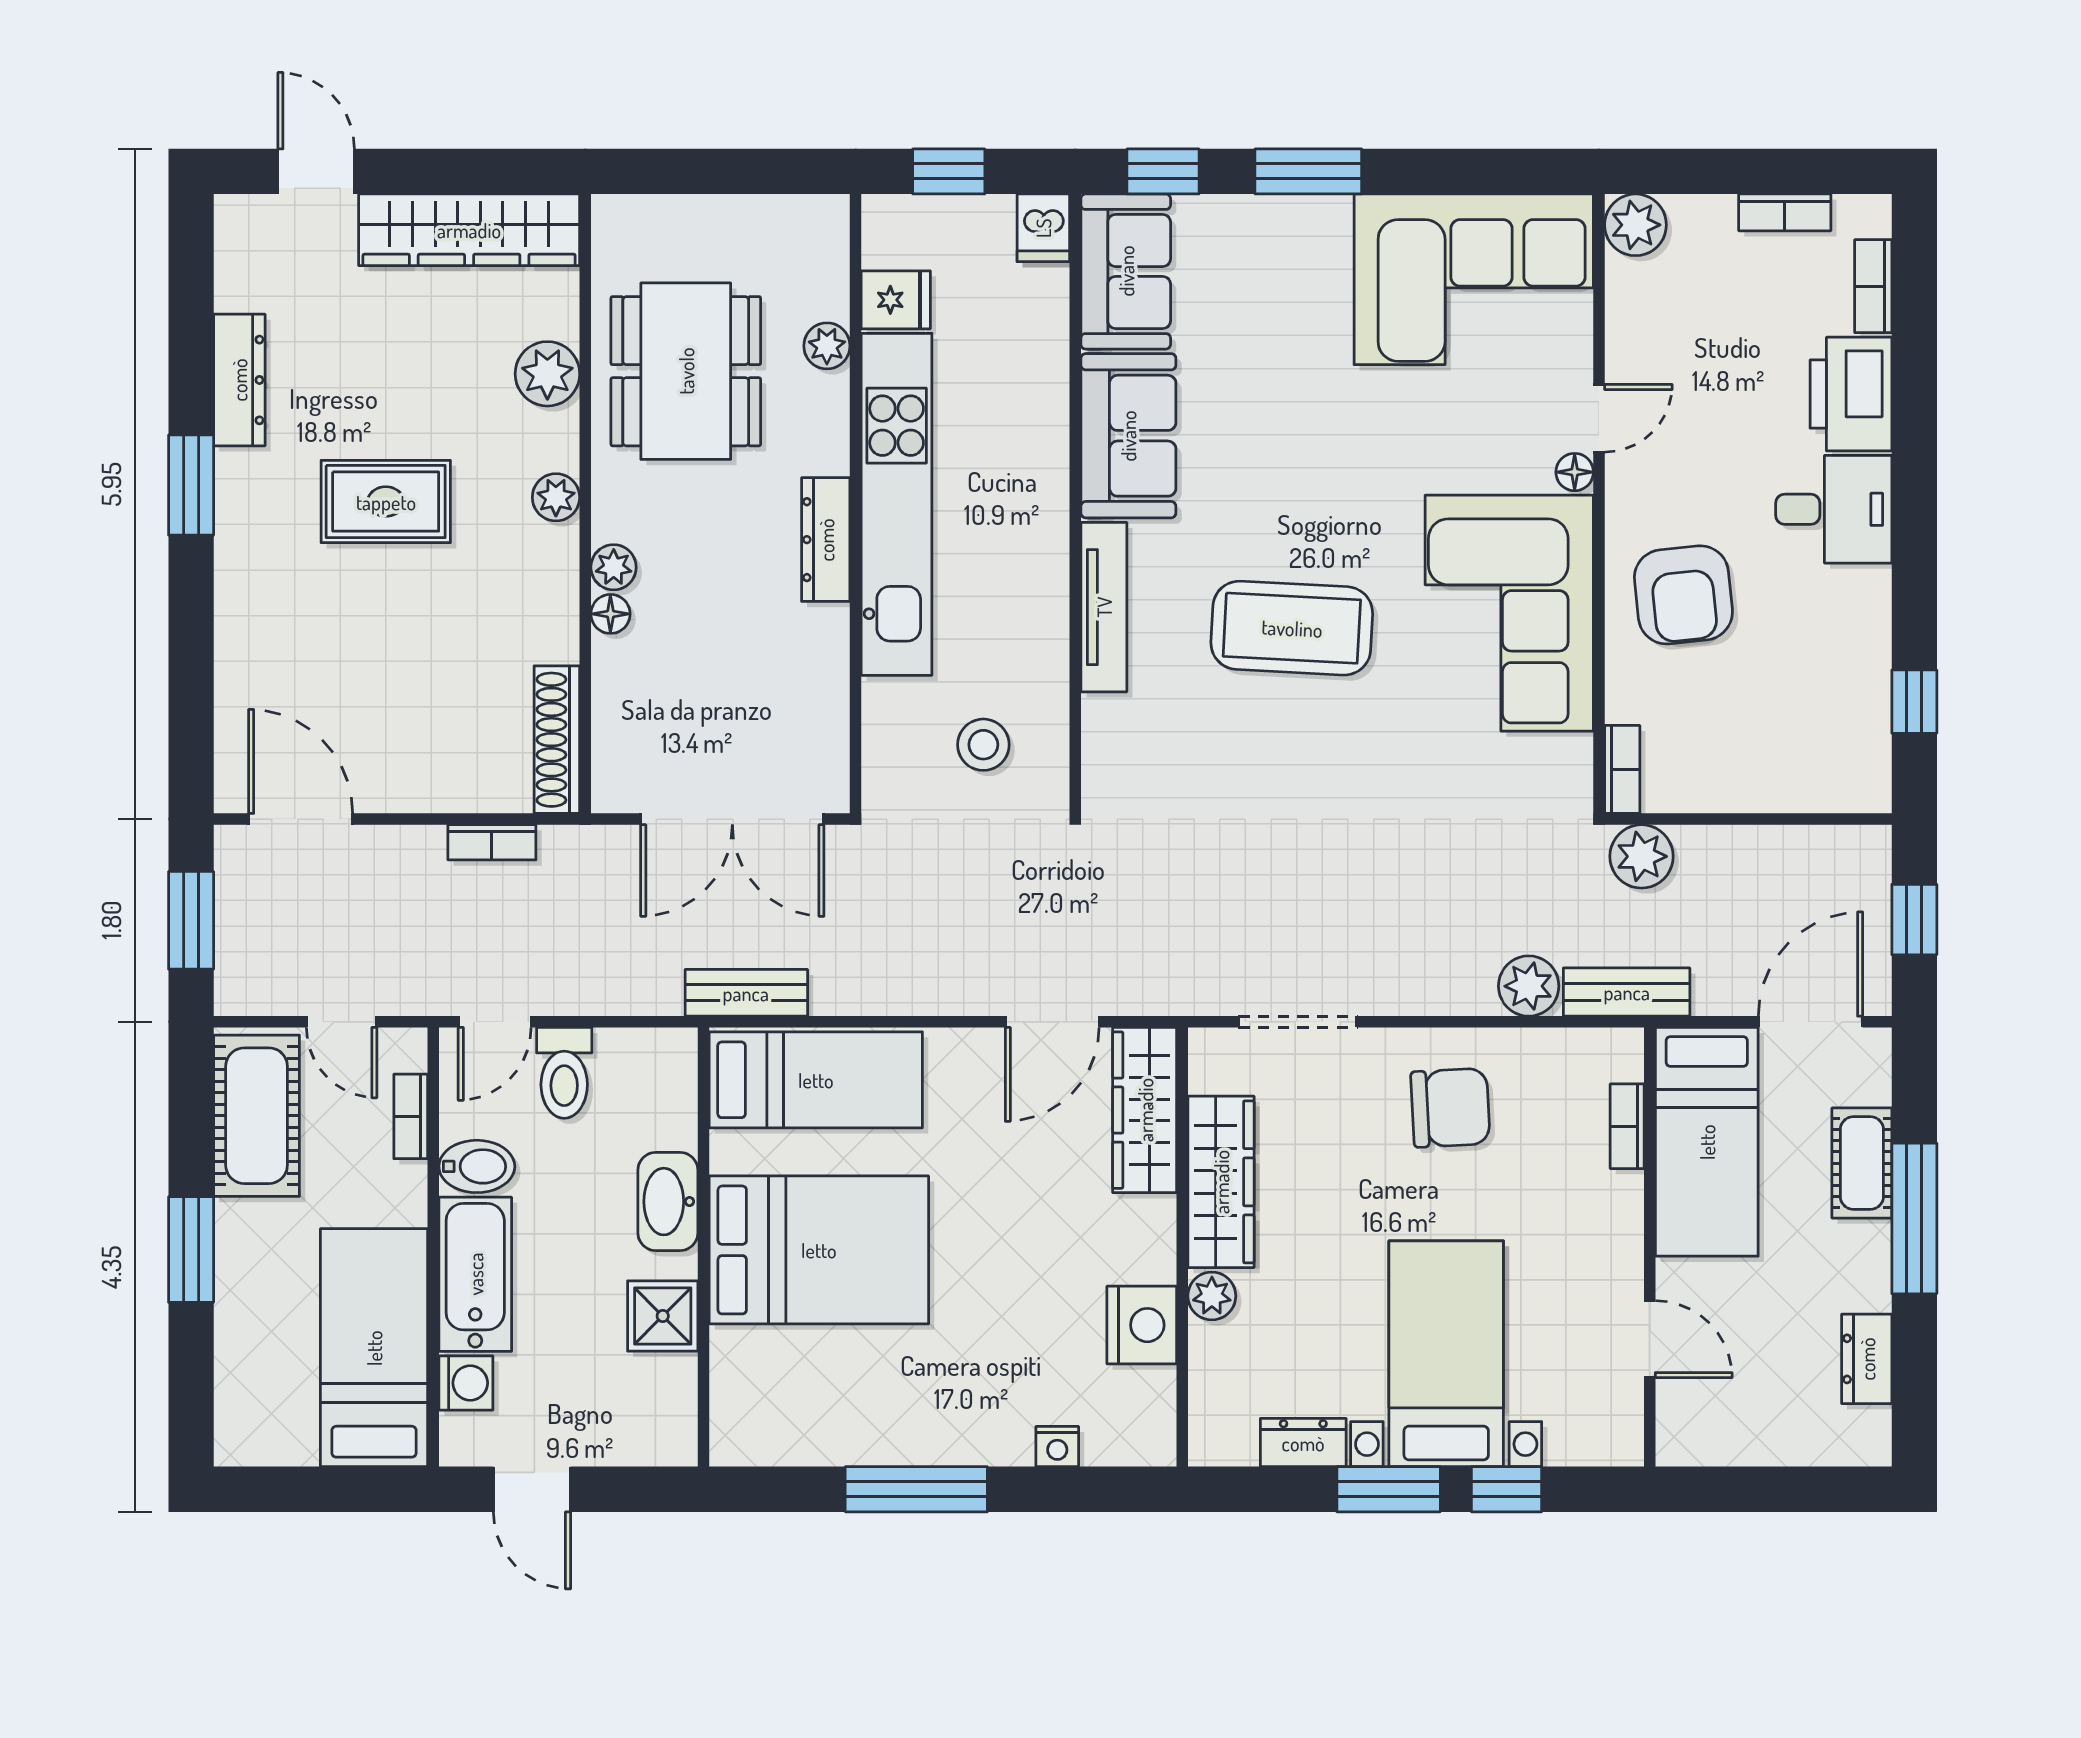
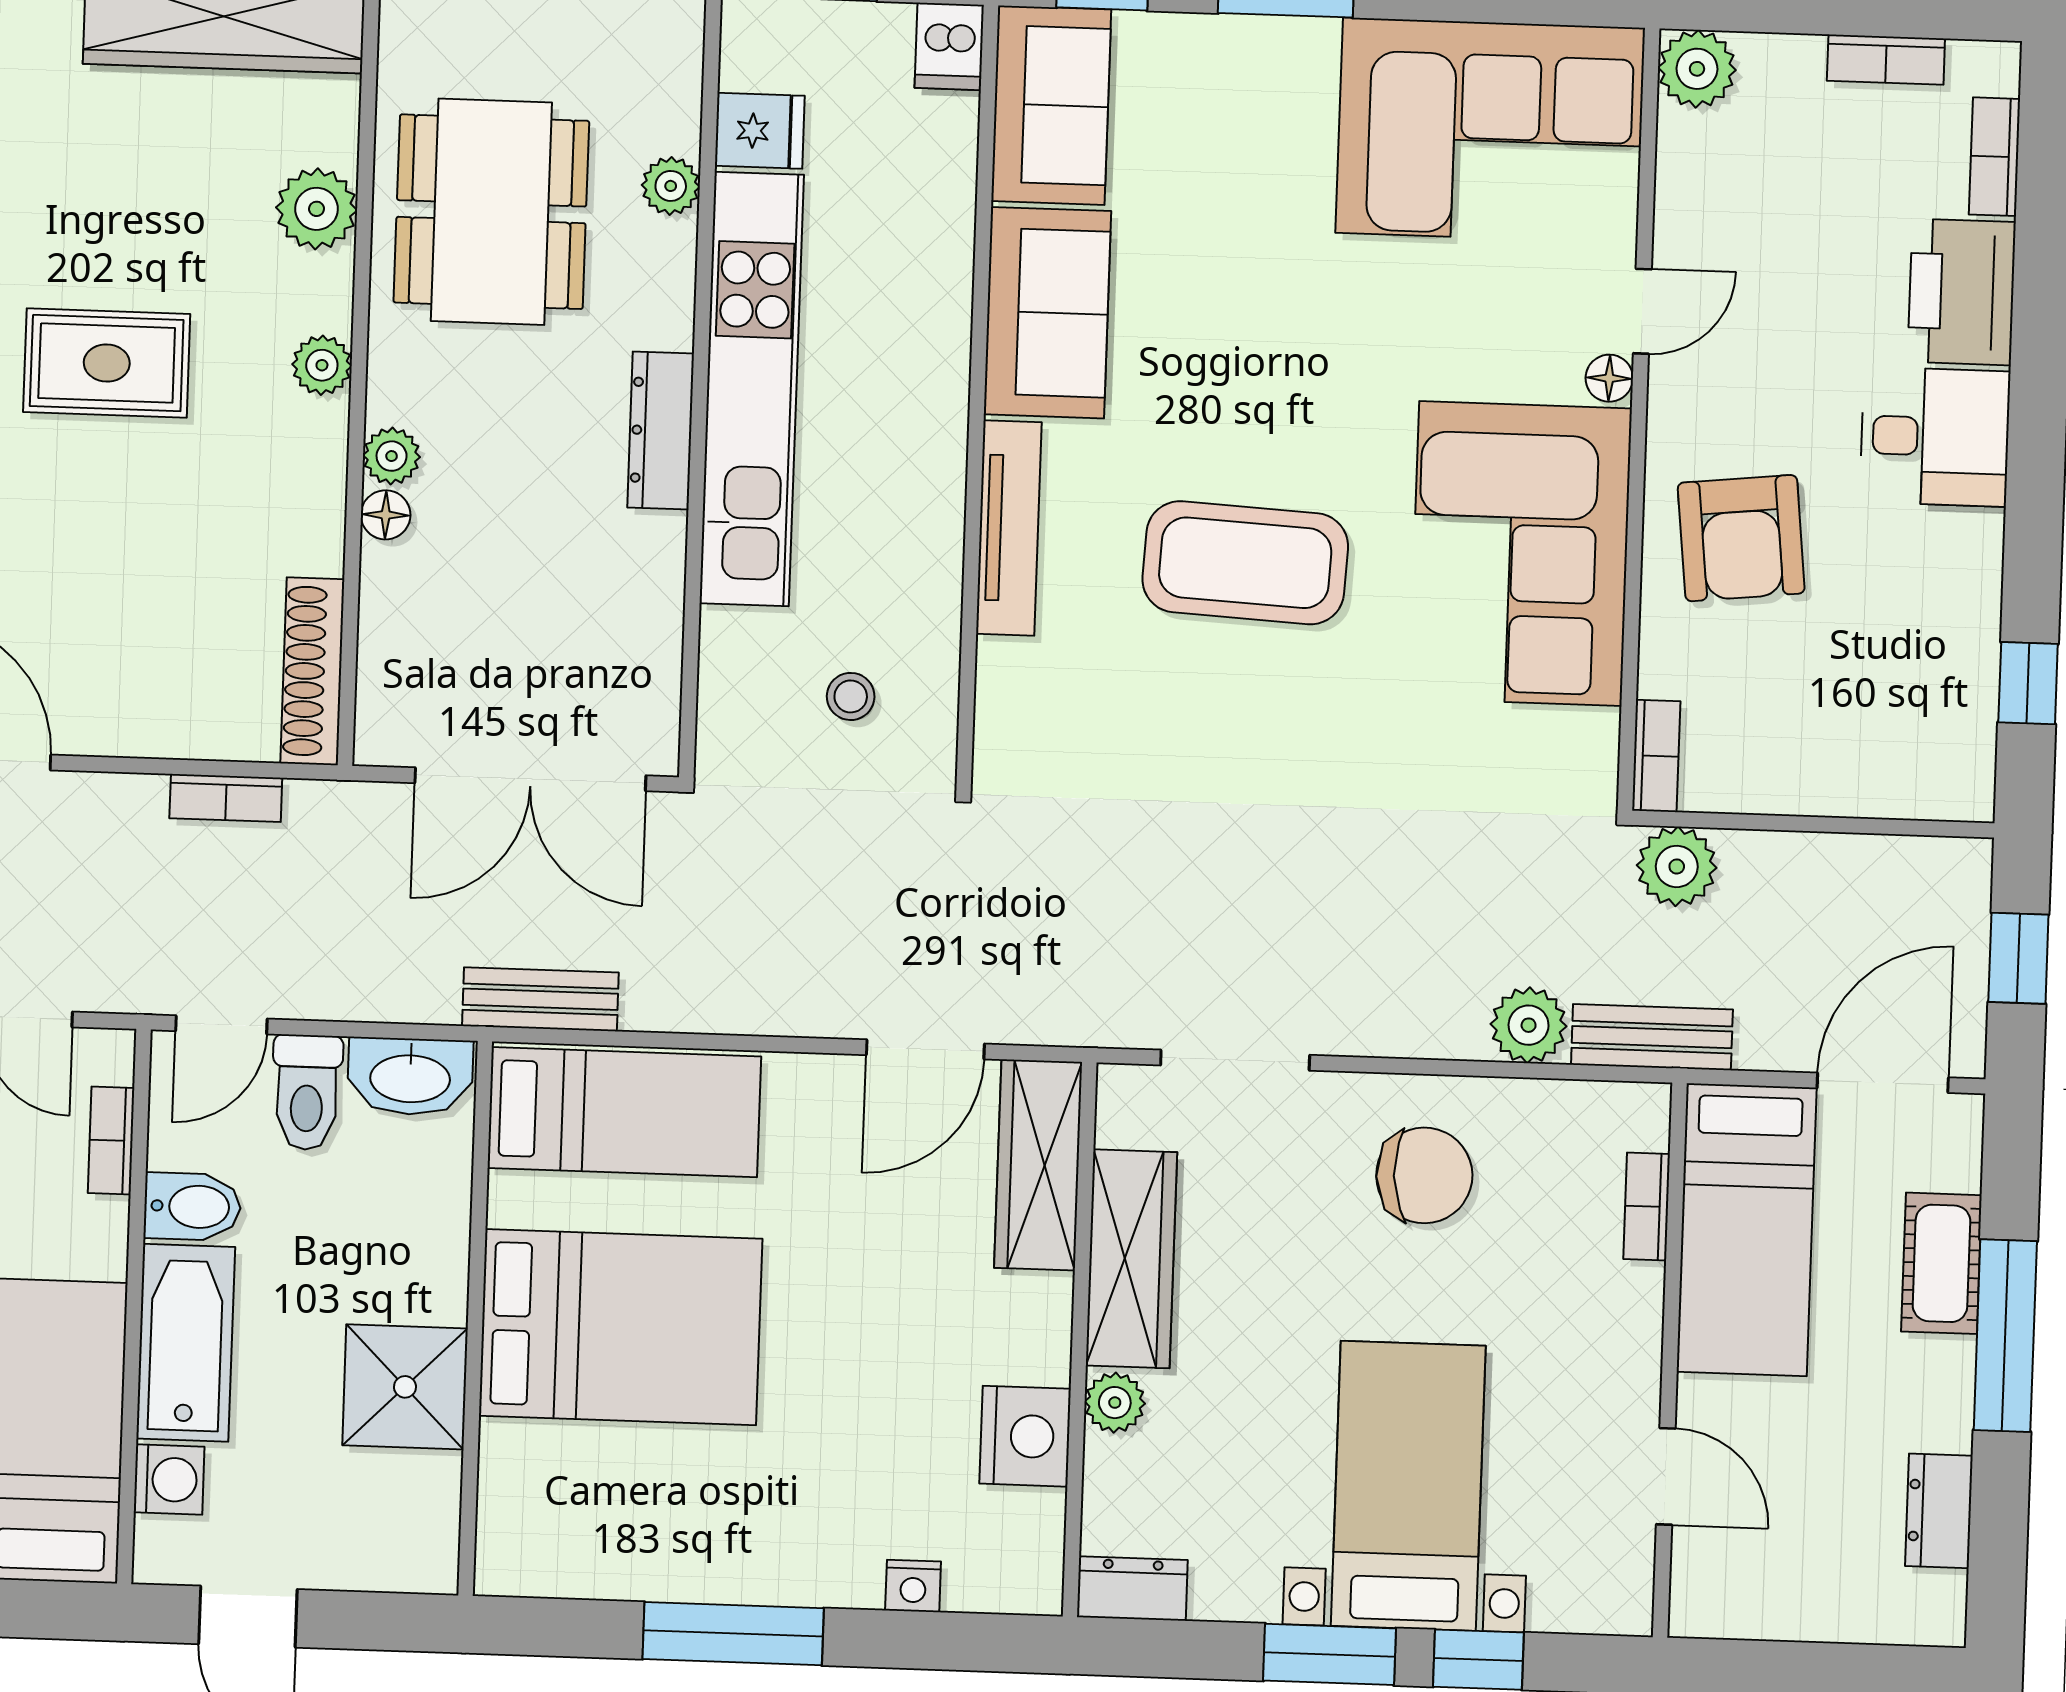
stool: (983, 745) -> (851, 696), width x0.73, depth x0.73
washbasin: (668, 1202) -> (410, 1076), moved, turned -90
shower: (663, 1316) -> (405, 1387), width x1.36, depth x1.36
dresser: (1303, 1443) -> (1132, 1588), moved

